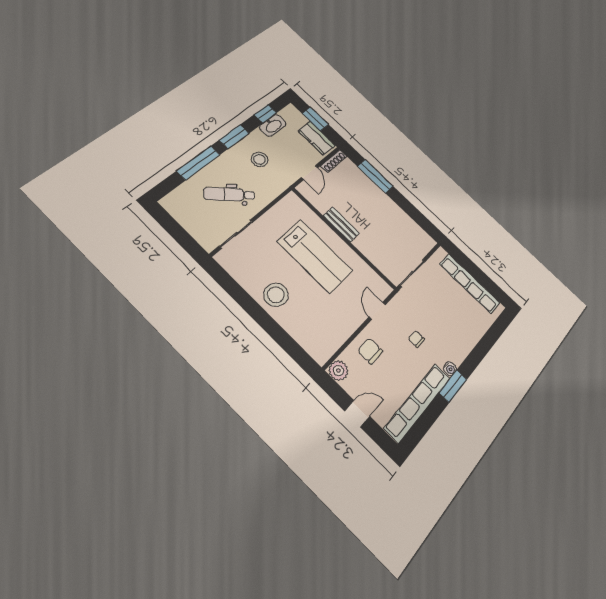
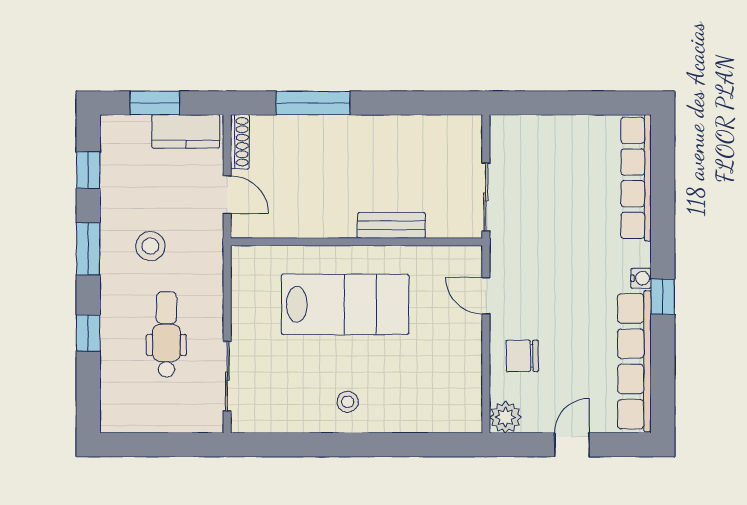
washbasin: (273, 125) -> (115, 177), removed
window: (198, 163) -> (88, 333), width x0.46
dental chair: (229, 194) -> (166, 334), turned 137
bench: (341, 225) -> (391, 225), moved
row of seats: (470, 283) -> (636, 178), moved, turned 90
stool: (276, 295) -> (348, 402), width x0.53, depth x0.53
chair: (416, 339) -> (567, 282), removed
window: (453, 386) -> (663, 297), width x0.67

